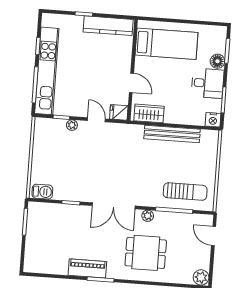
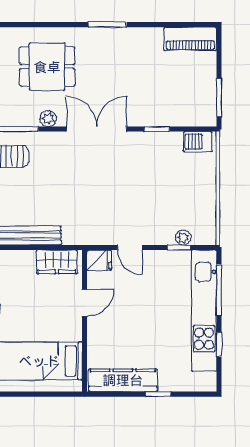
door: (131, 83) -> (84, 303), swing flipped
plant: (72, 125) -> (183, 238), moved
piano: (87, 268) -> (190, 39), moved

